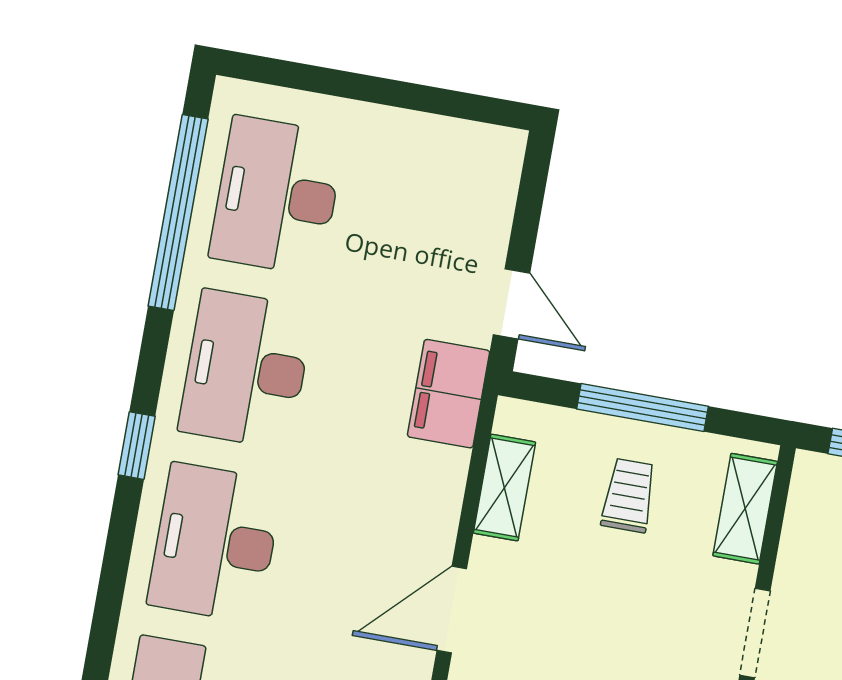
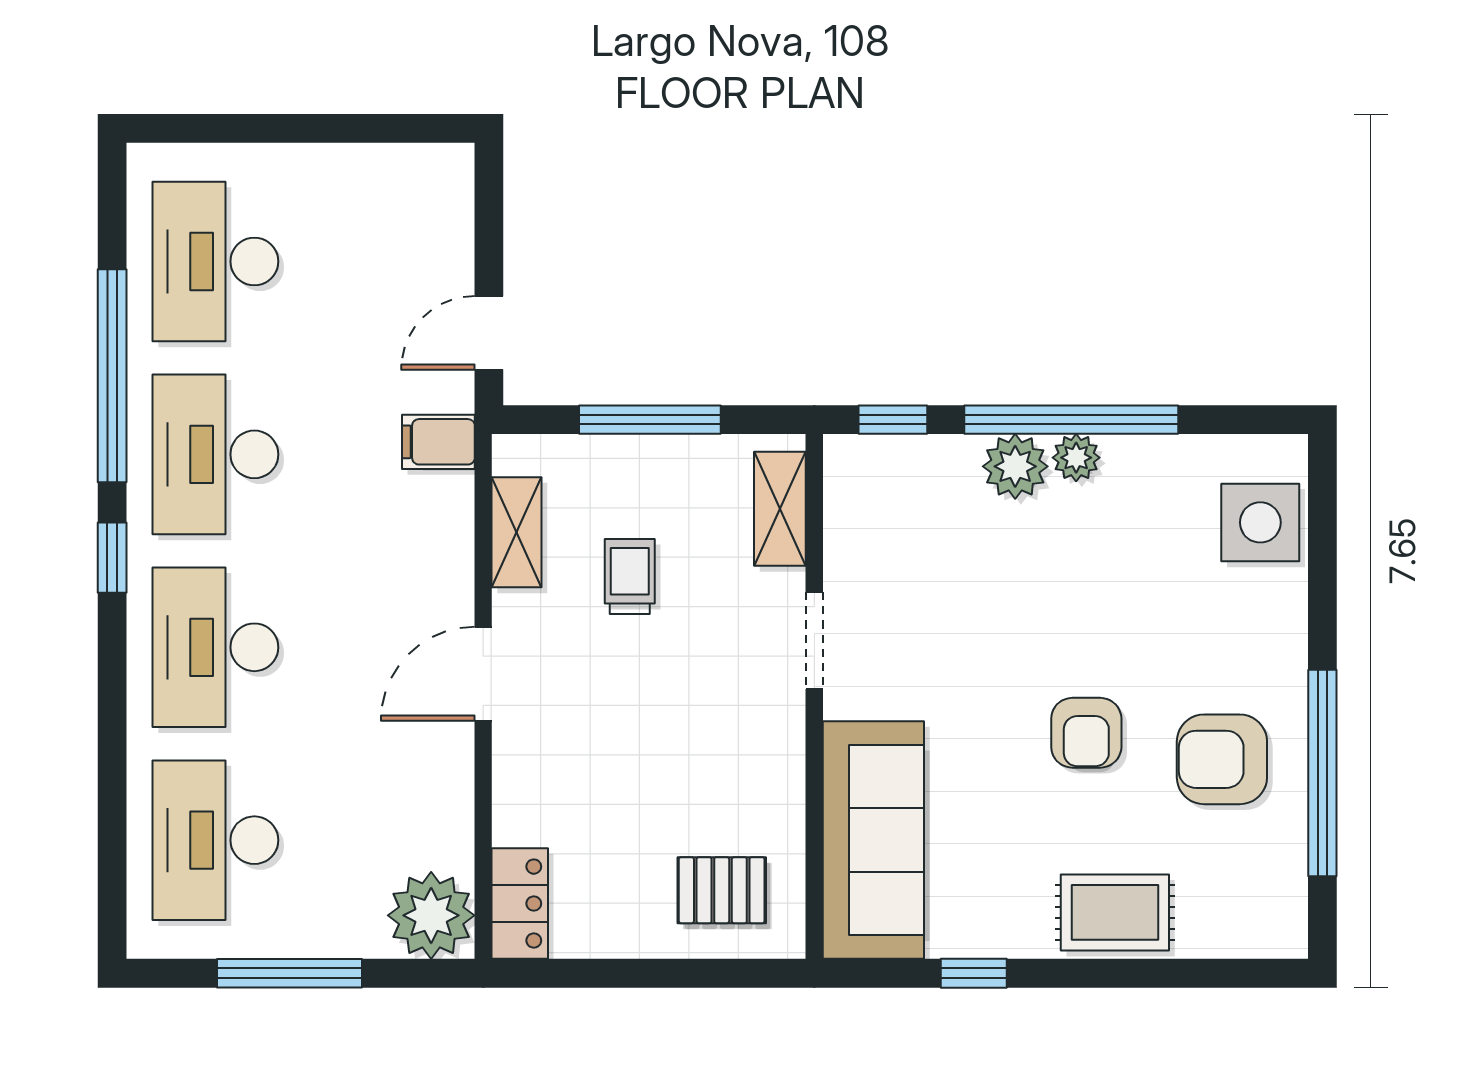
window: (178, 212) -> (112, 376), moved
door: (511, 304) -> (489, 333), swing flipped
filing cabinet: (449, 394) -> (438, 442), width x0.50
trolley: (629, 495) -> (630, 577), moved

